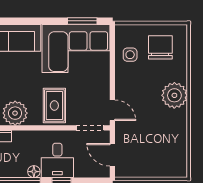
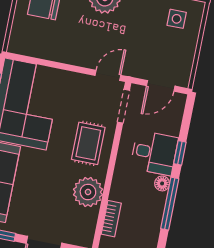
side table: (130, 55) -> (177, 19), moved
rug: (54, 106) -> (88, 143), turned 90

